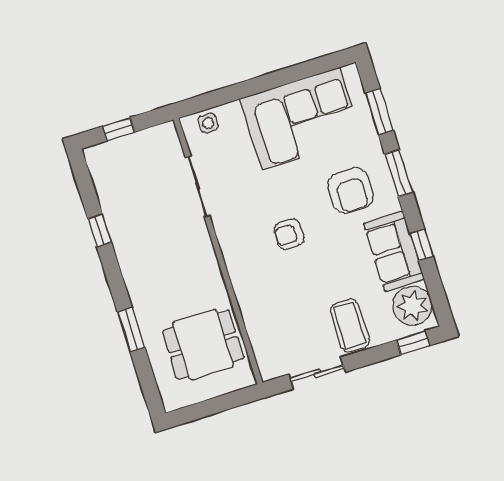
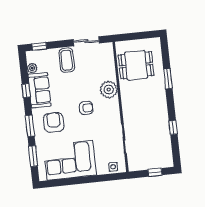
plant: (250, 282) -> (109, 90), added
plant: (413, 306) -> (32, 68), width x0.53, depth x0.53

